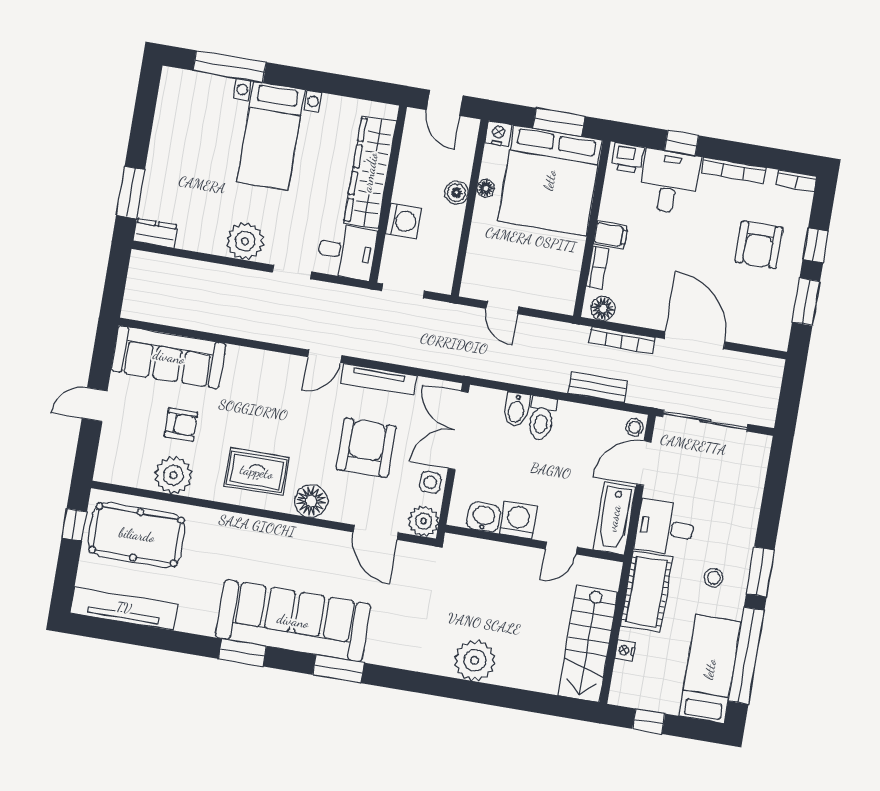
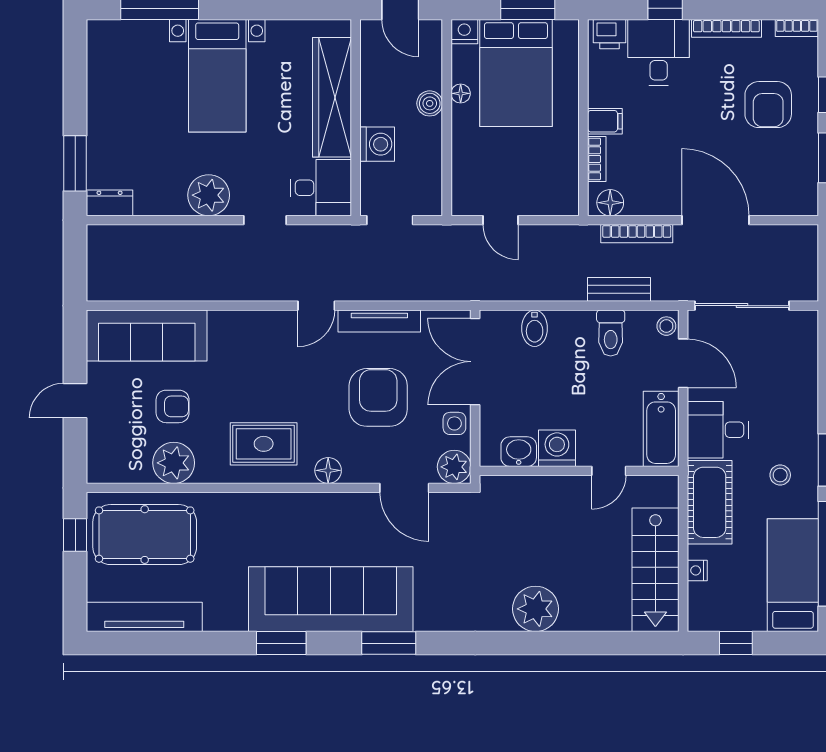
bed: (550, 180) -> (516, 73), width x0.73
toilet: (542, 418) -> (611, 333), moved
door: (644, 463) -> (683, 363), swing flipped
floor lamp: (311, 501) -> (328, 470), width x0.73, depth x0.73

